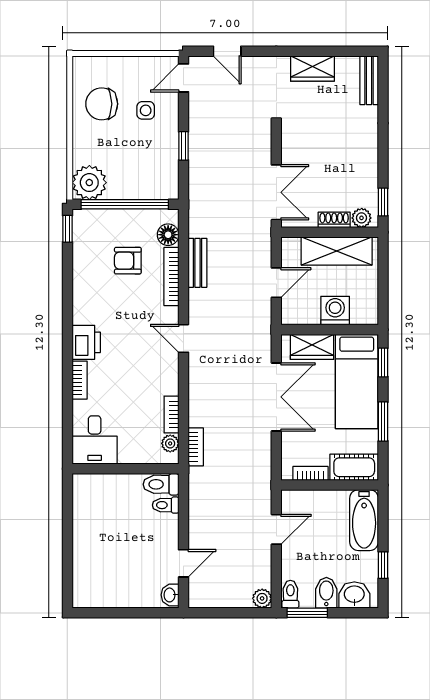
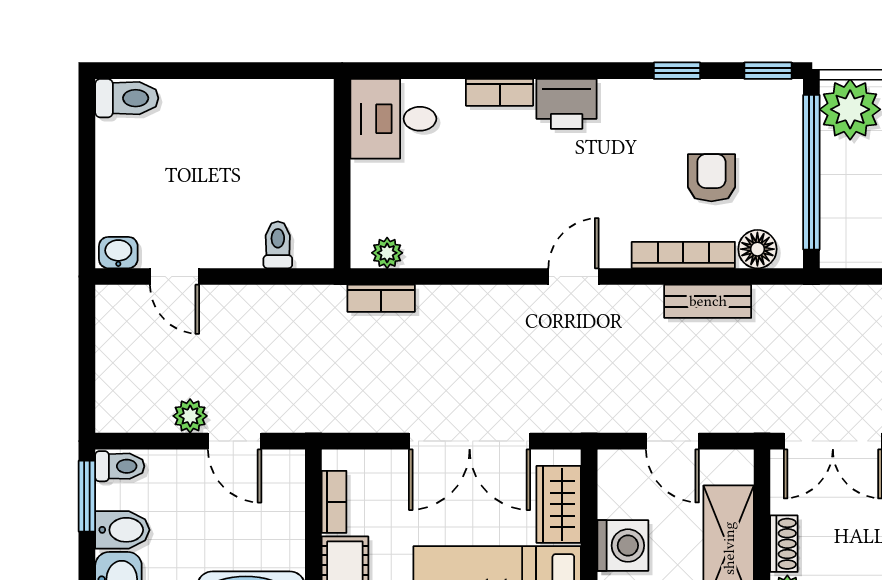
window: (67, 280) -> (677, 71), added
bookcase: (171, 415) -> (438, 255), removed
toilet: (161, 484) -> (127, 98), moved, turned 90
plant: (262, 598) -> (190, 416), moved

